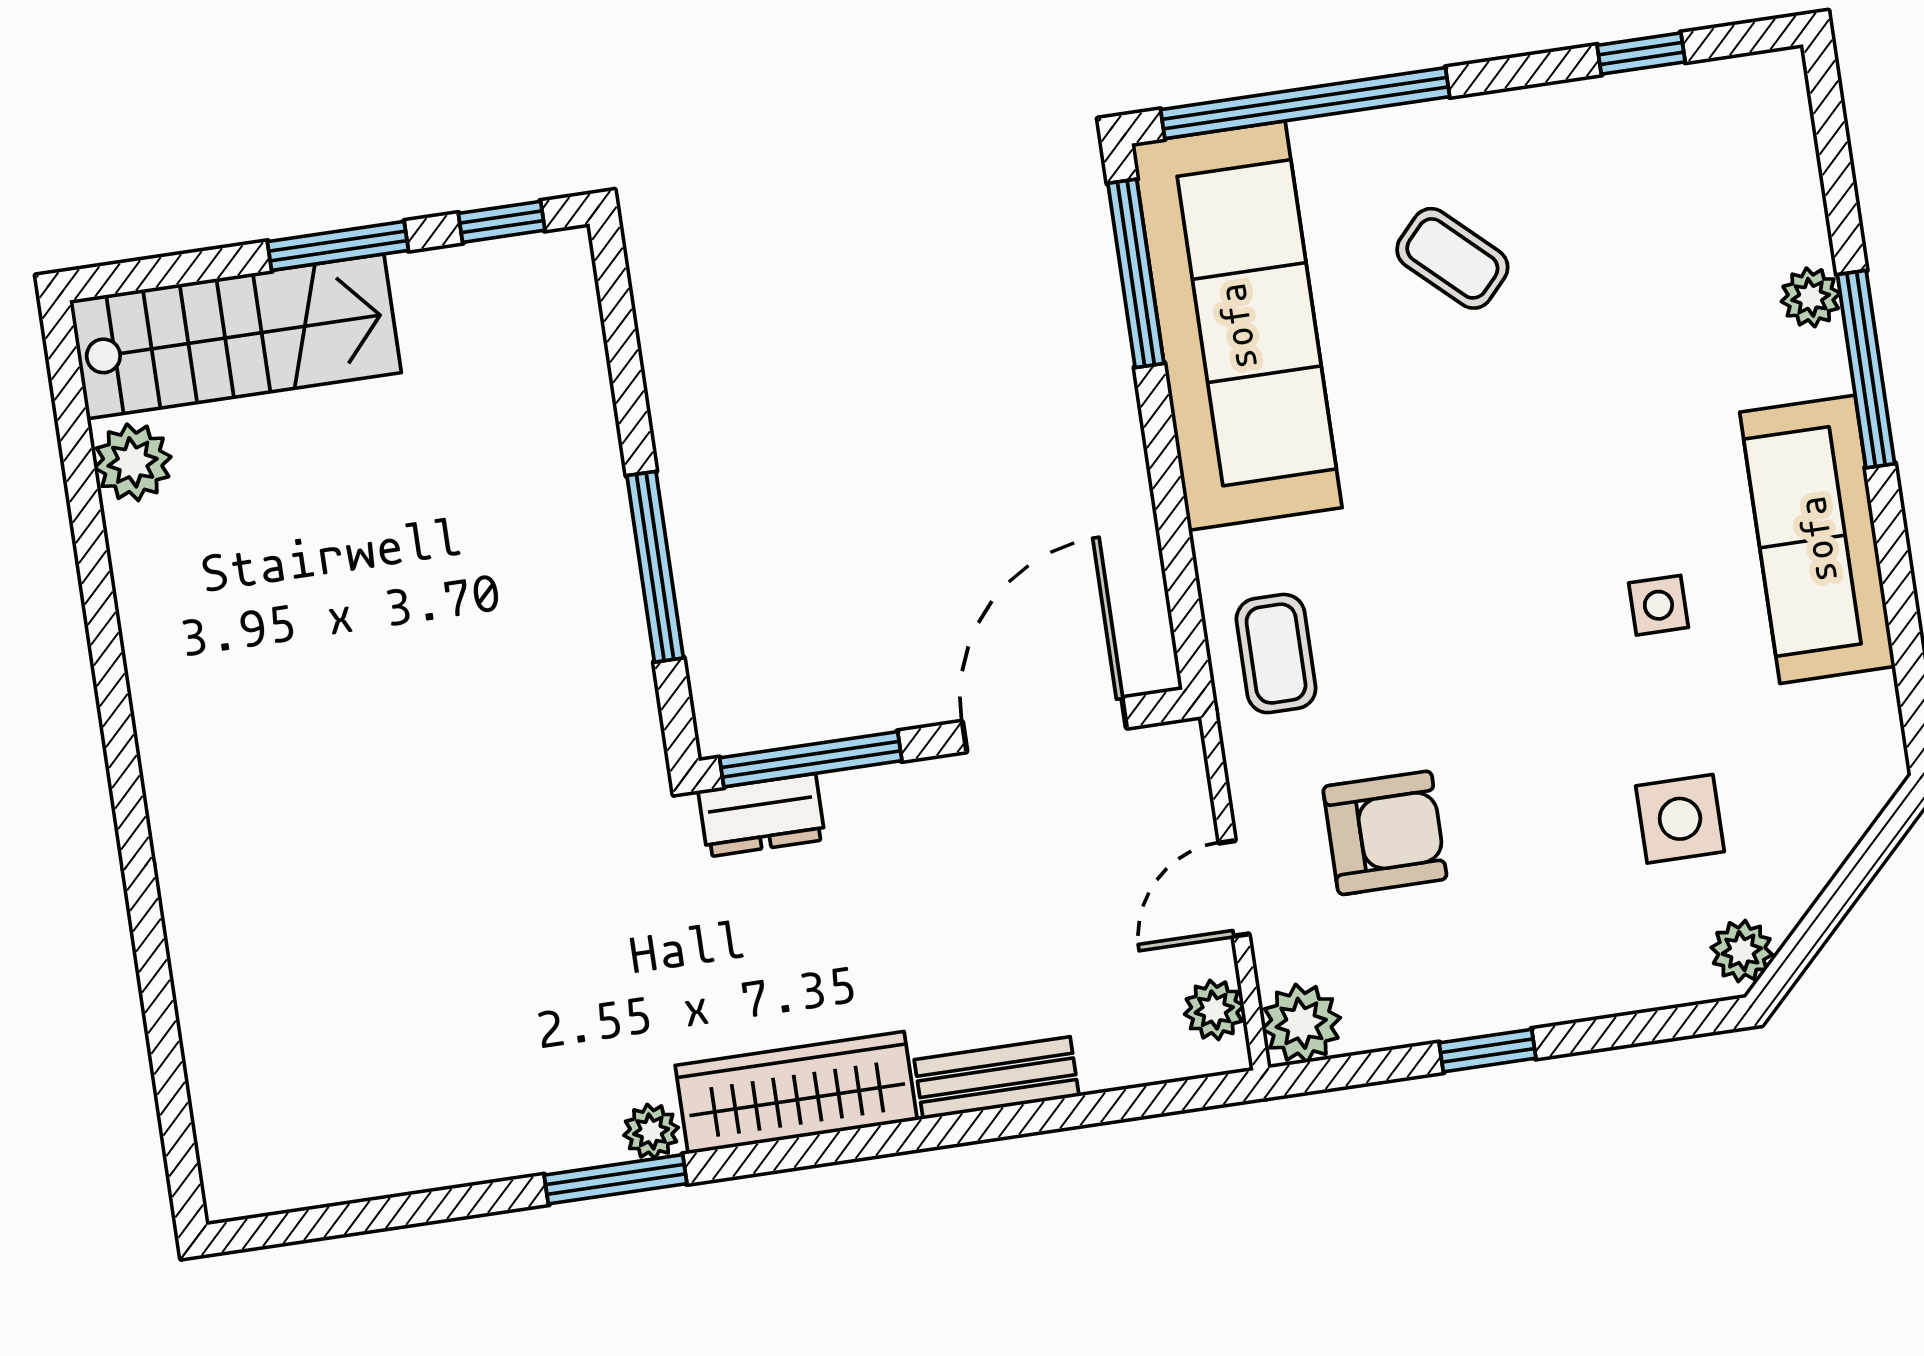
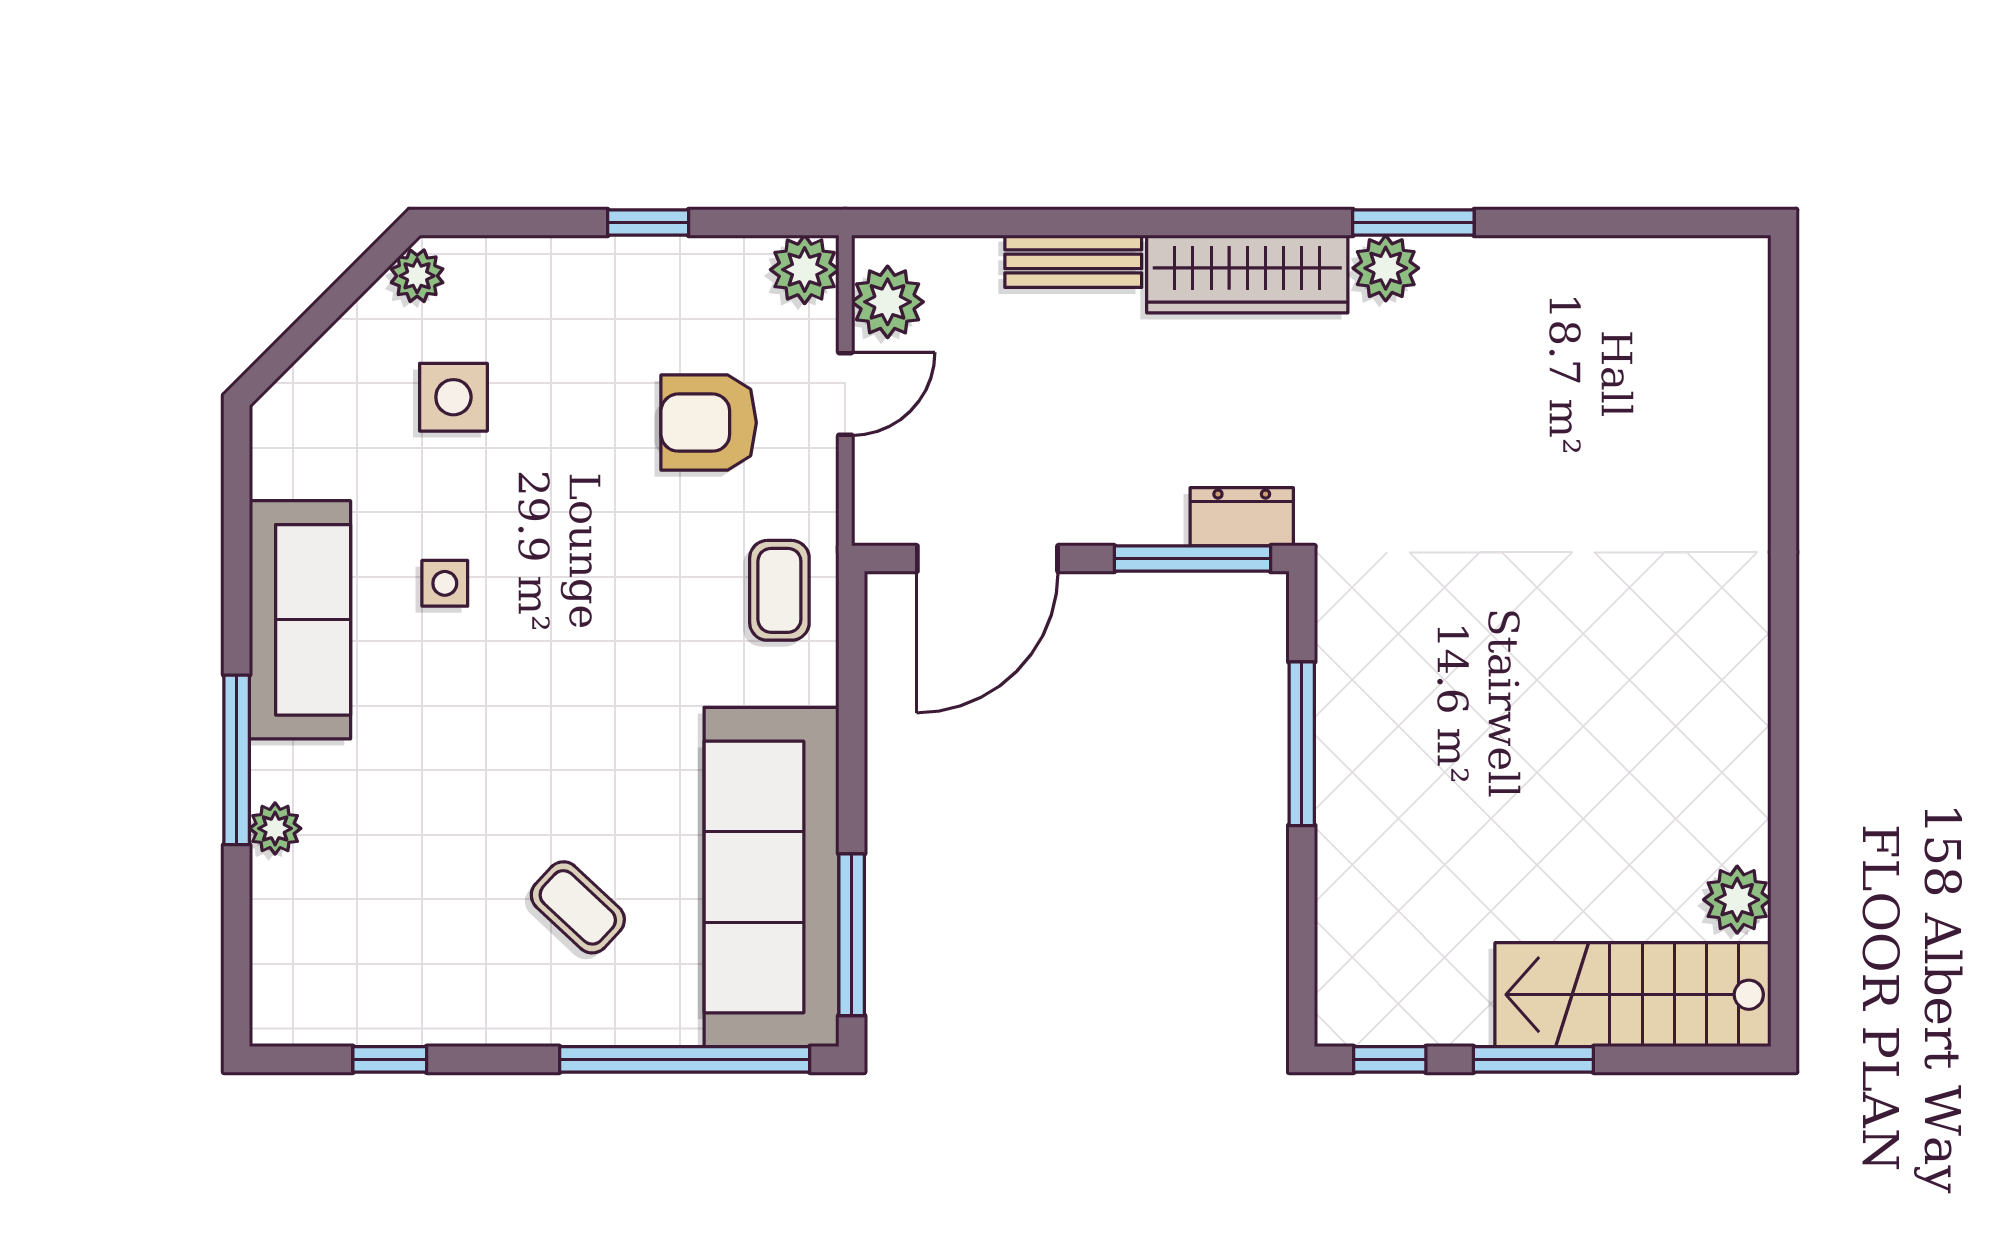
plant: (1214, 1010) -> (888, 302), width x1.38, depth x1.38
plant: (651, 1131) -> (1386, 268), width x1.38, depth x1.38

